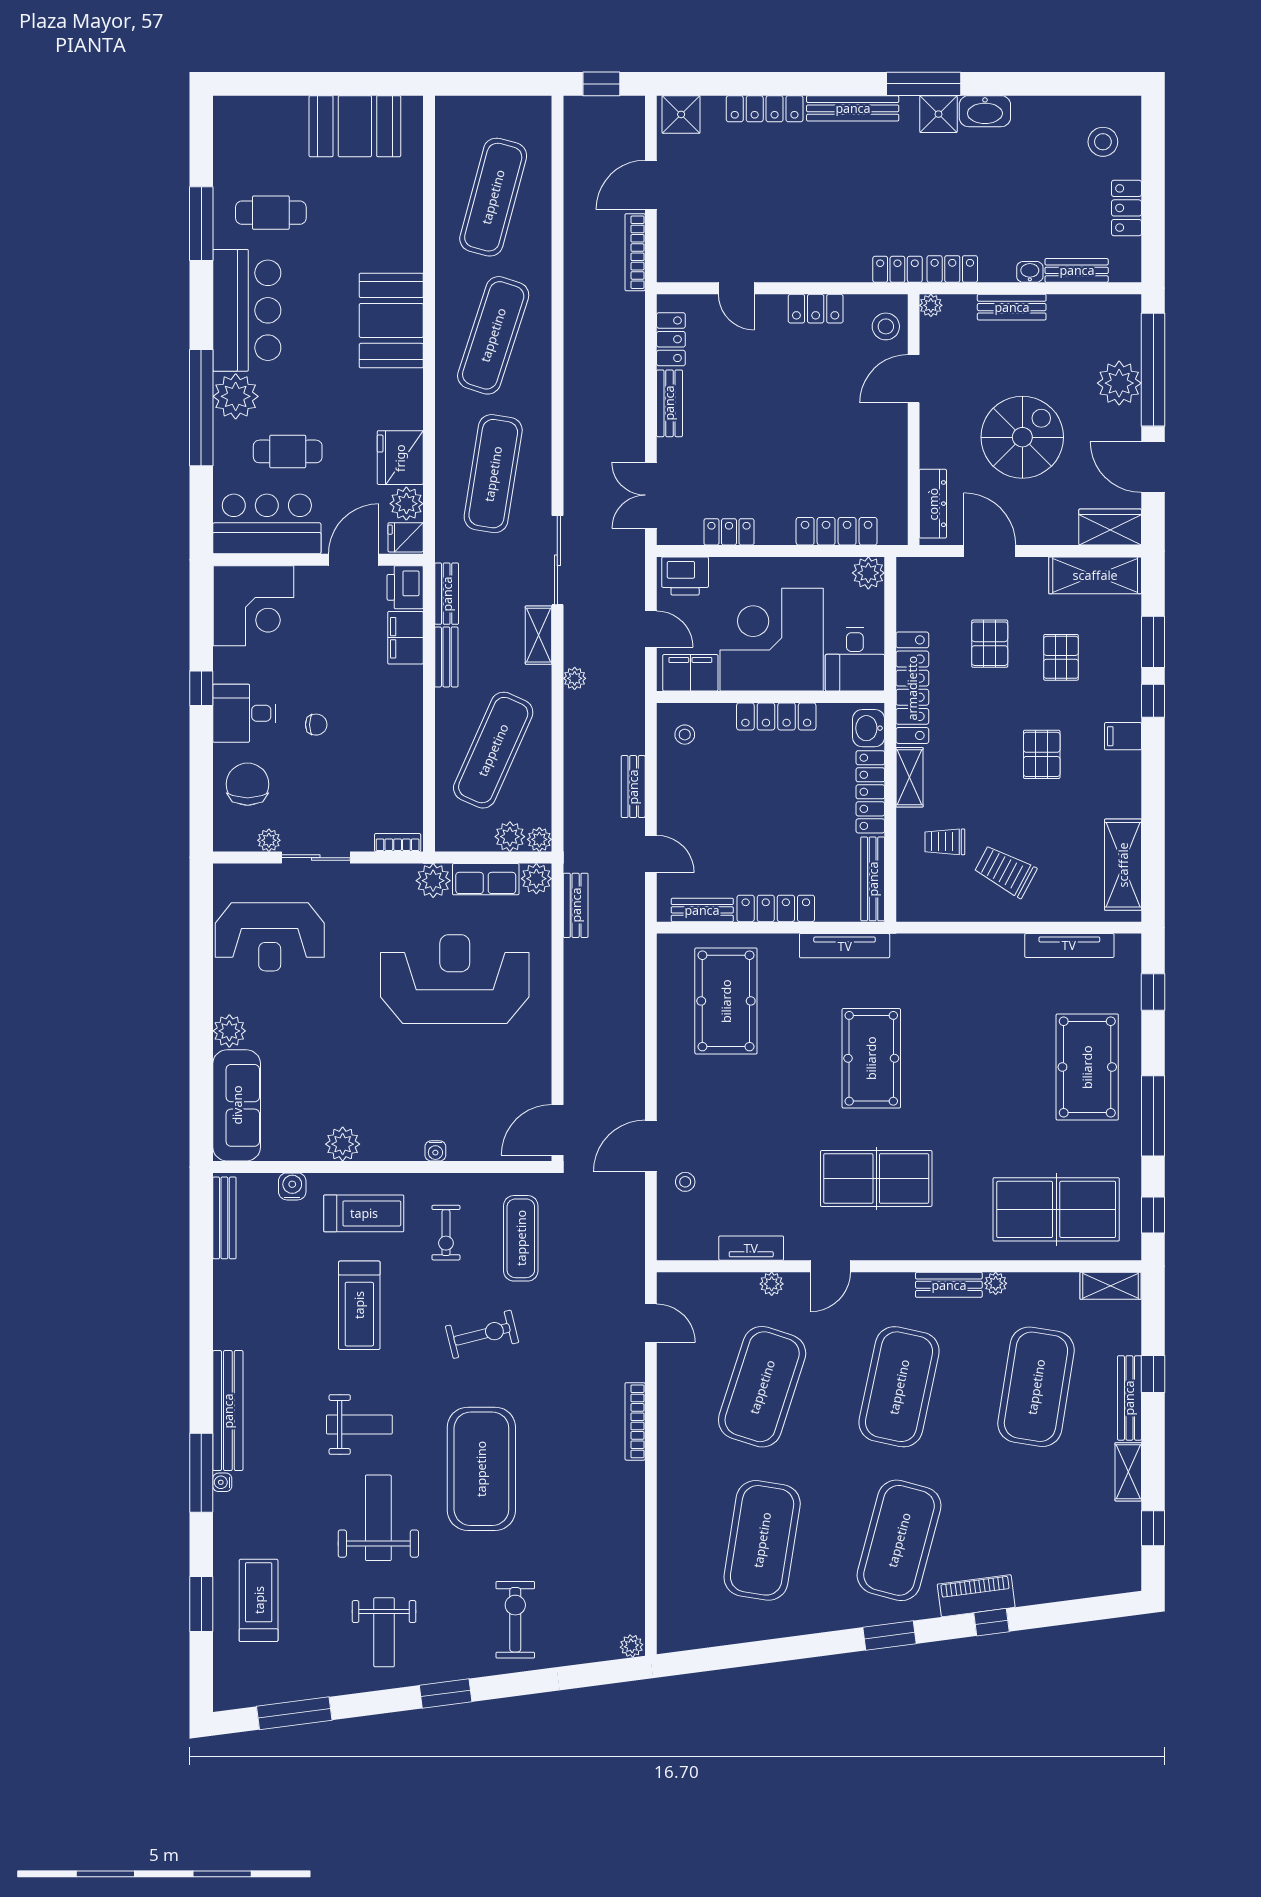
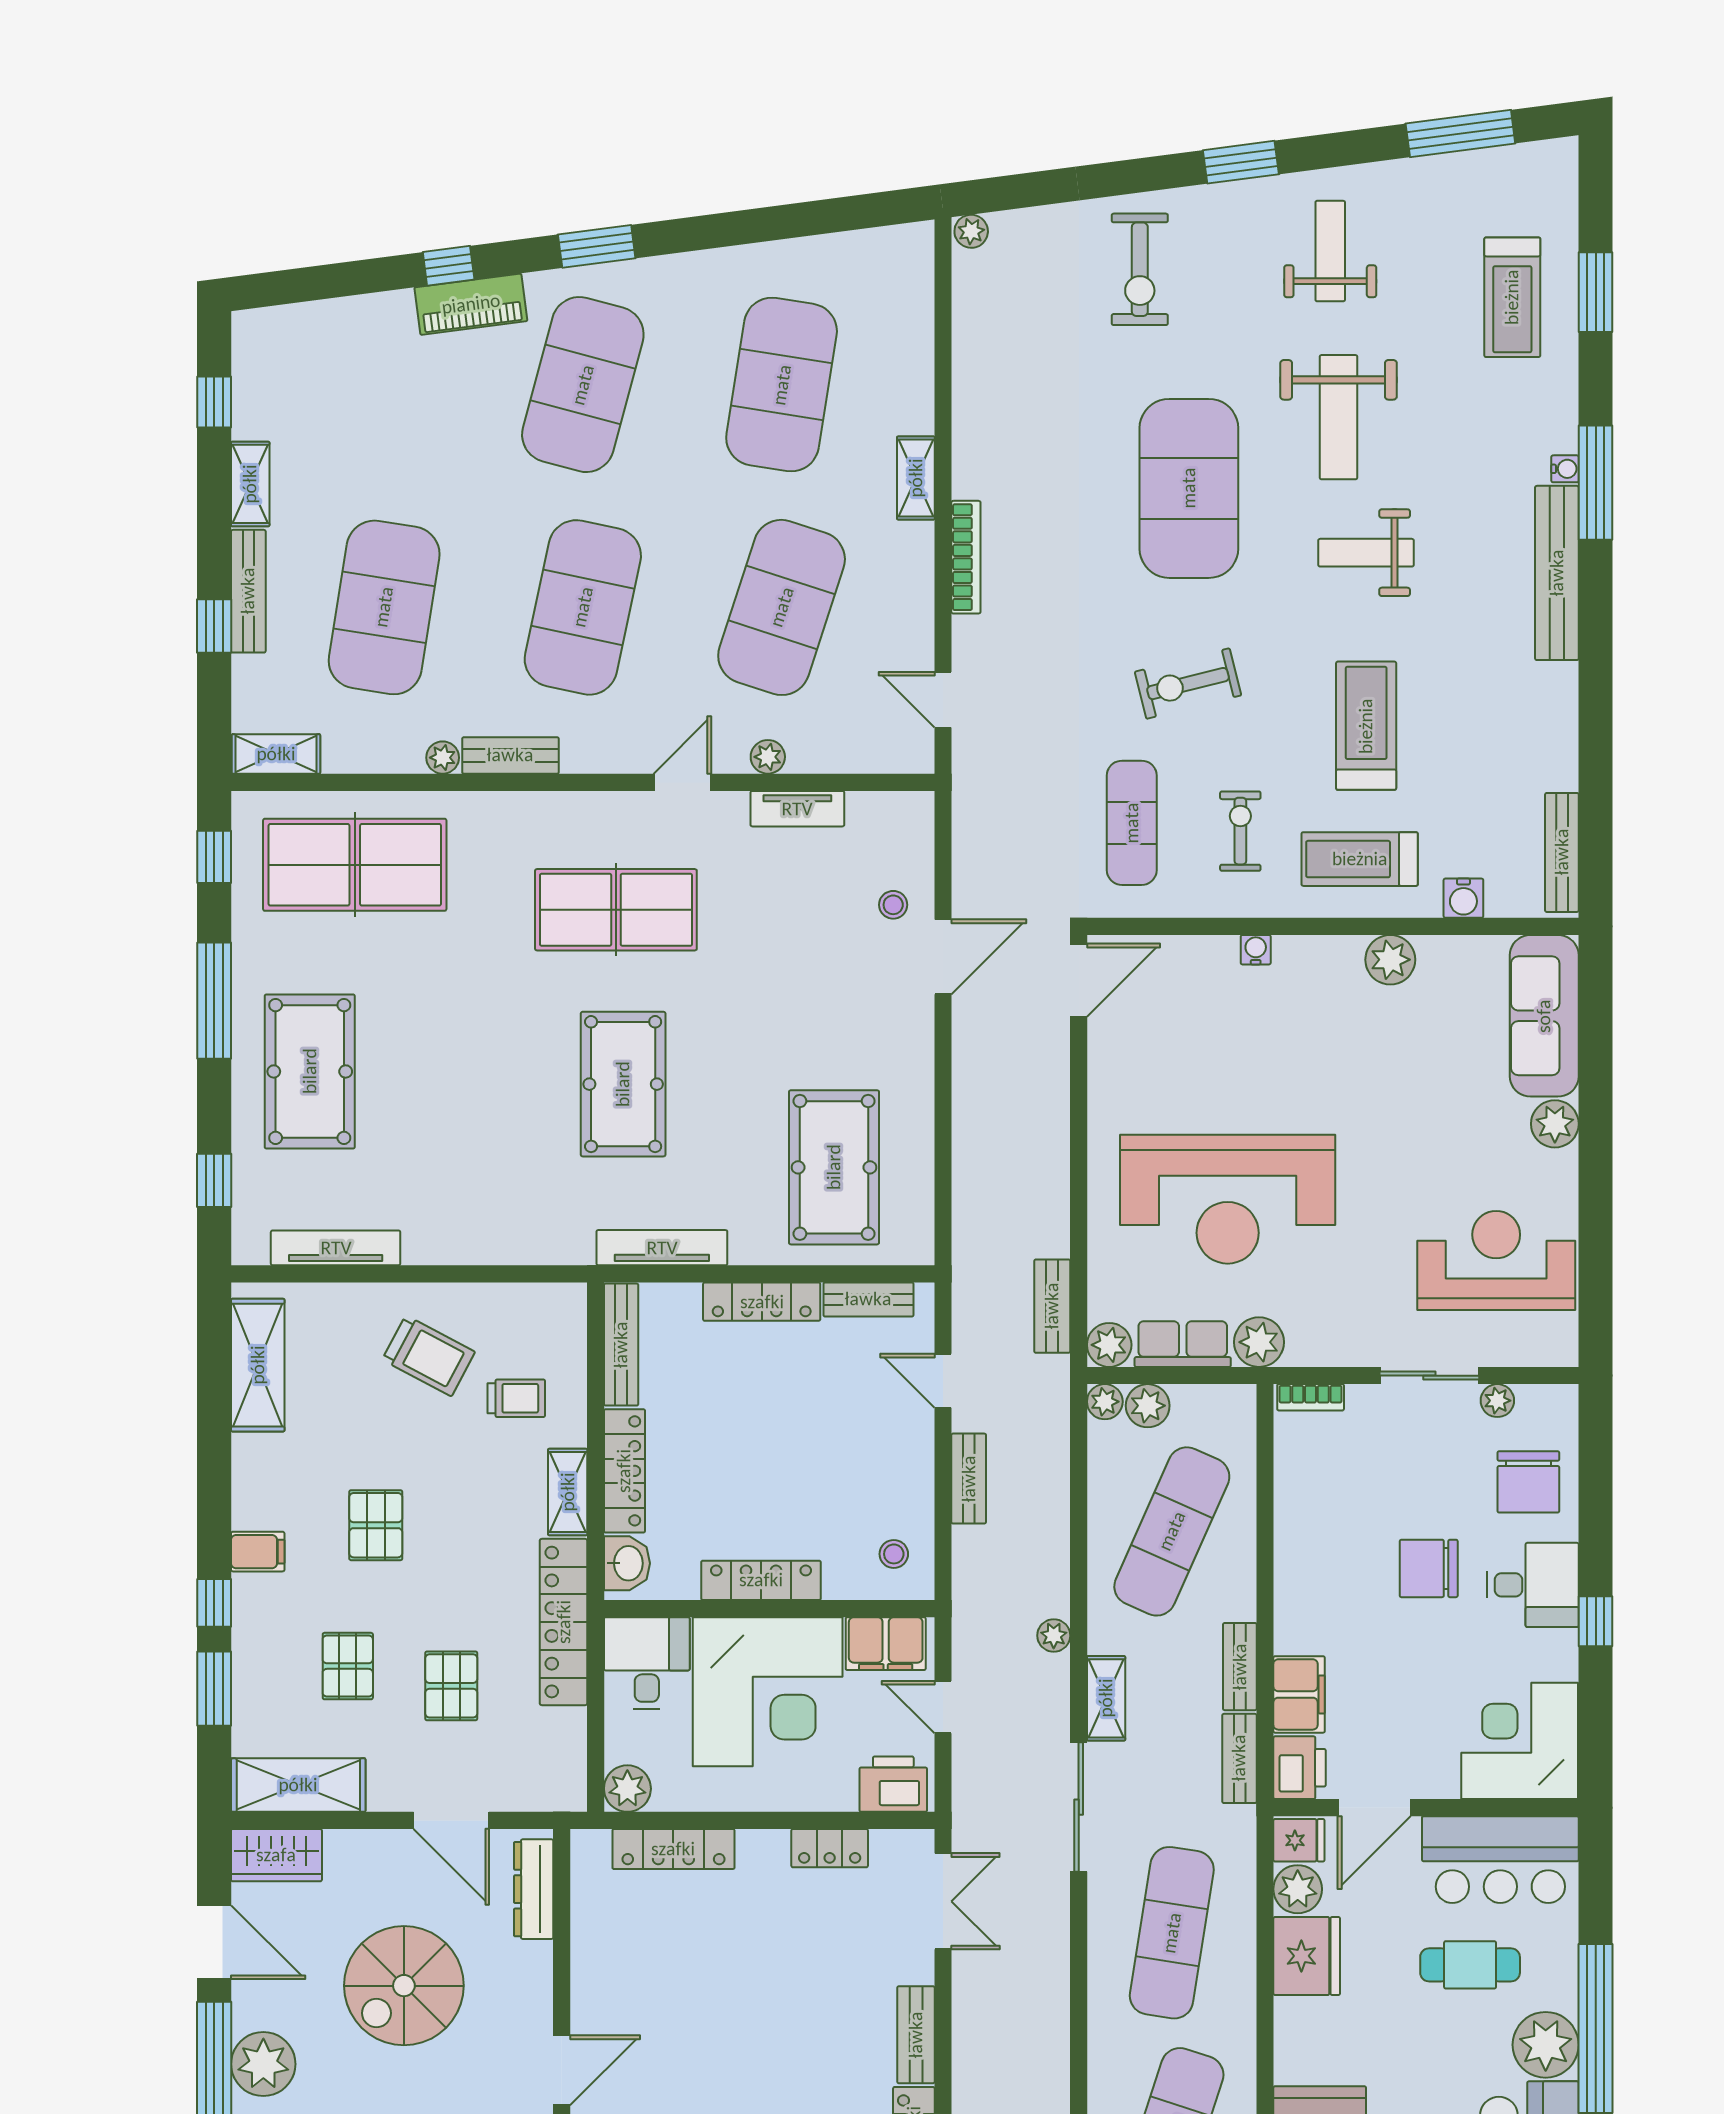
chair: (316, 725) -> (1429, 1568), width x1.87, depth x1.87
shelving: (670, 1476) -> (916, 478), added

